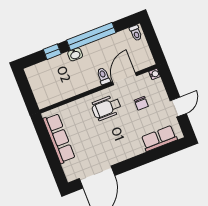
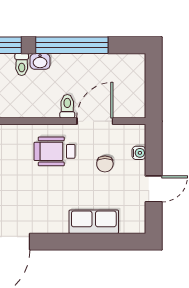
toilet: (136, 33) -> (22, 64), moved
water cooler: (155, 74) -> (139, 153), moved
row of seats: (159, 138) -> (94, 222), moved

